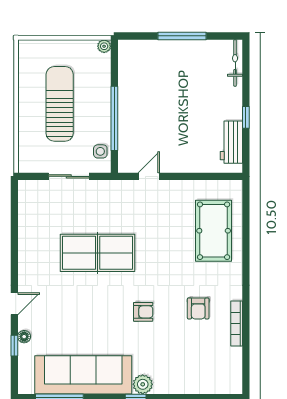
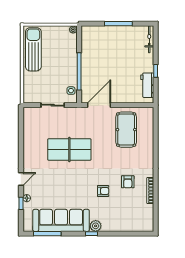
sun lounger: (60, 104) -> (33, 49), moved
door: (149, 176) -> (99, 105), width x1.87
pool table: (214, 231) -> (126, 130), moved
armchair: (143, 312) -> (103, 191), moved

